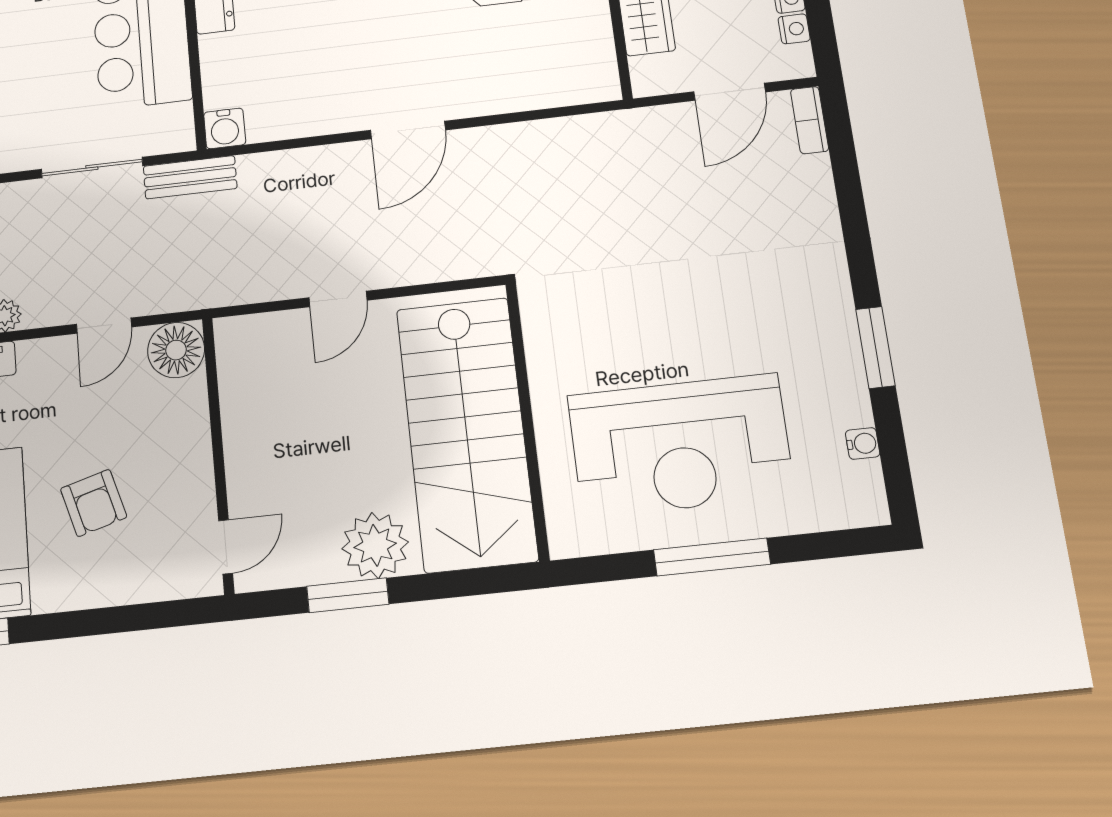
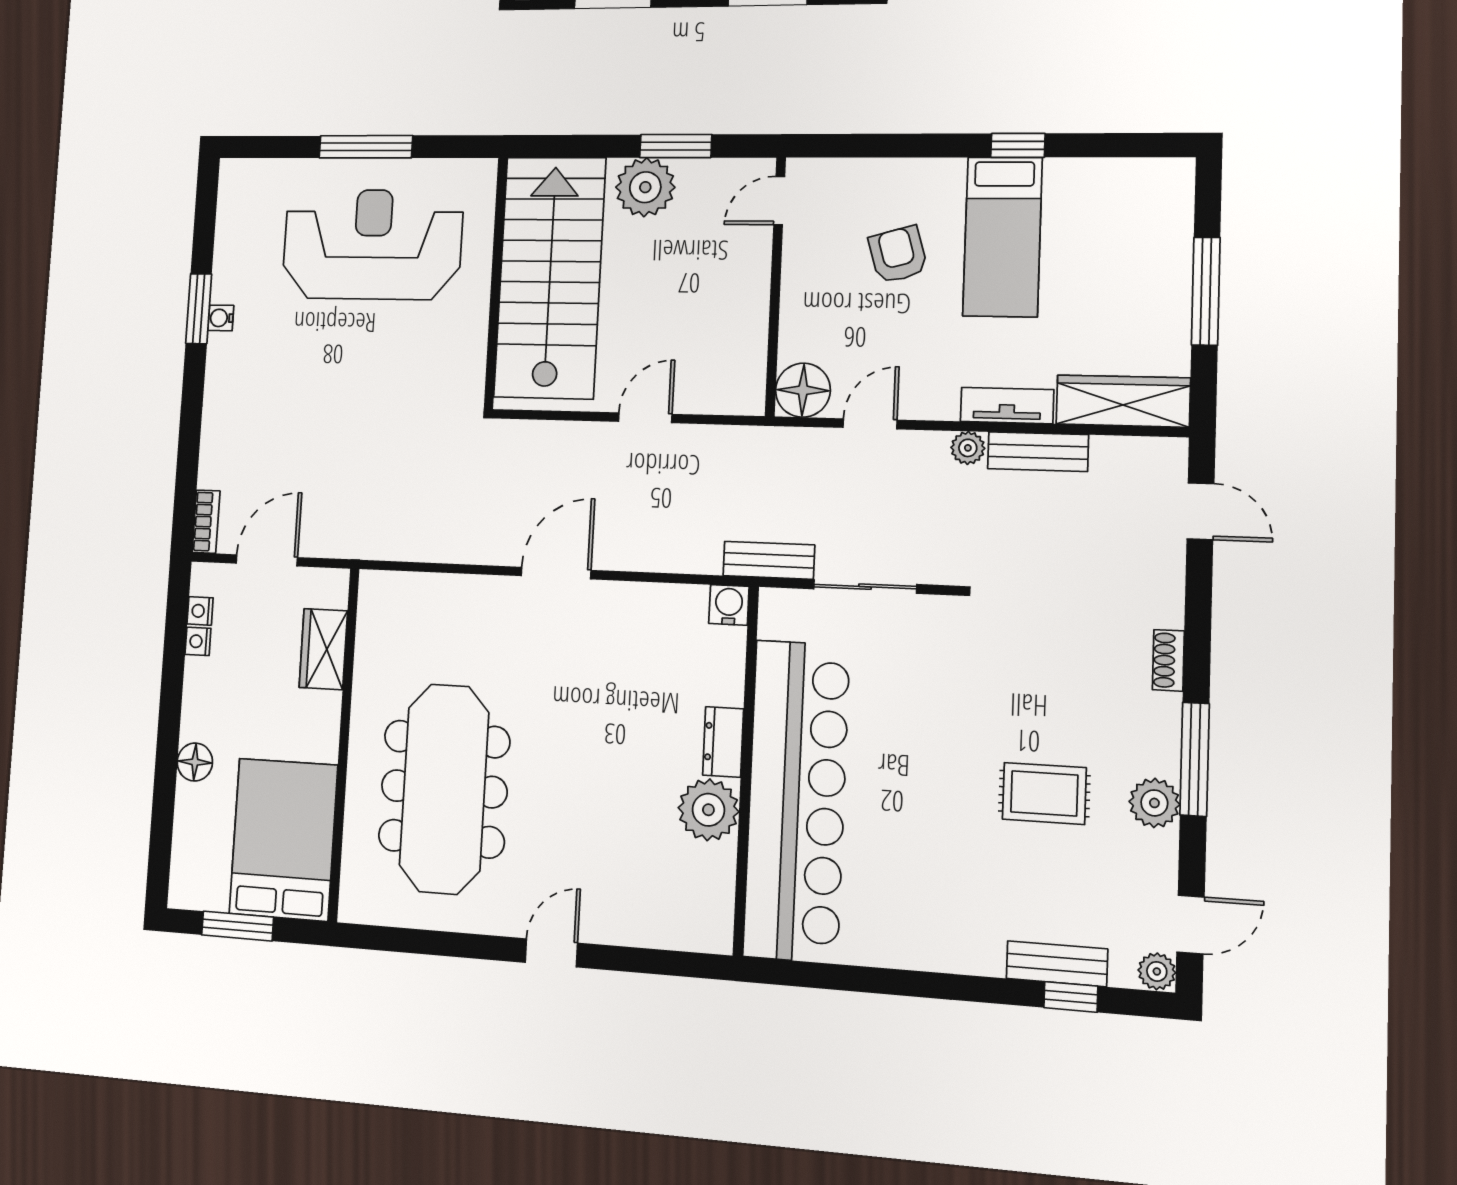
water cooler: (863, 444) -> (221, 318), moved

